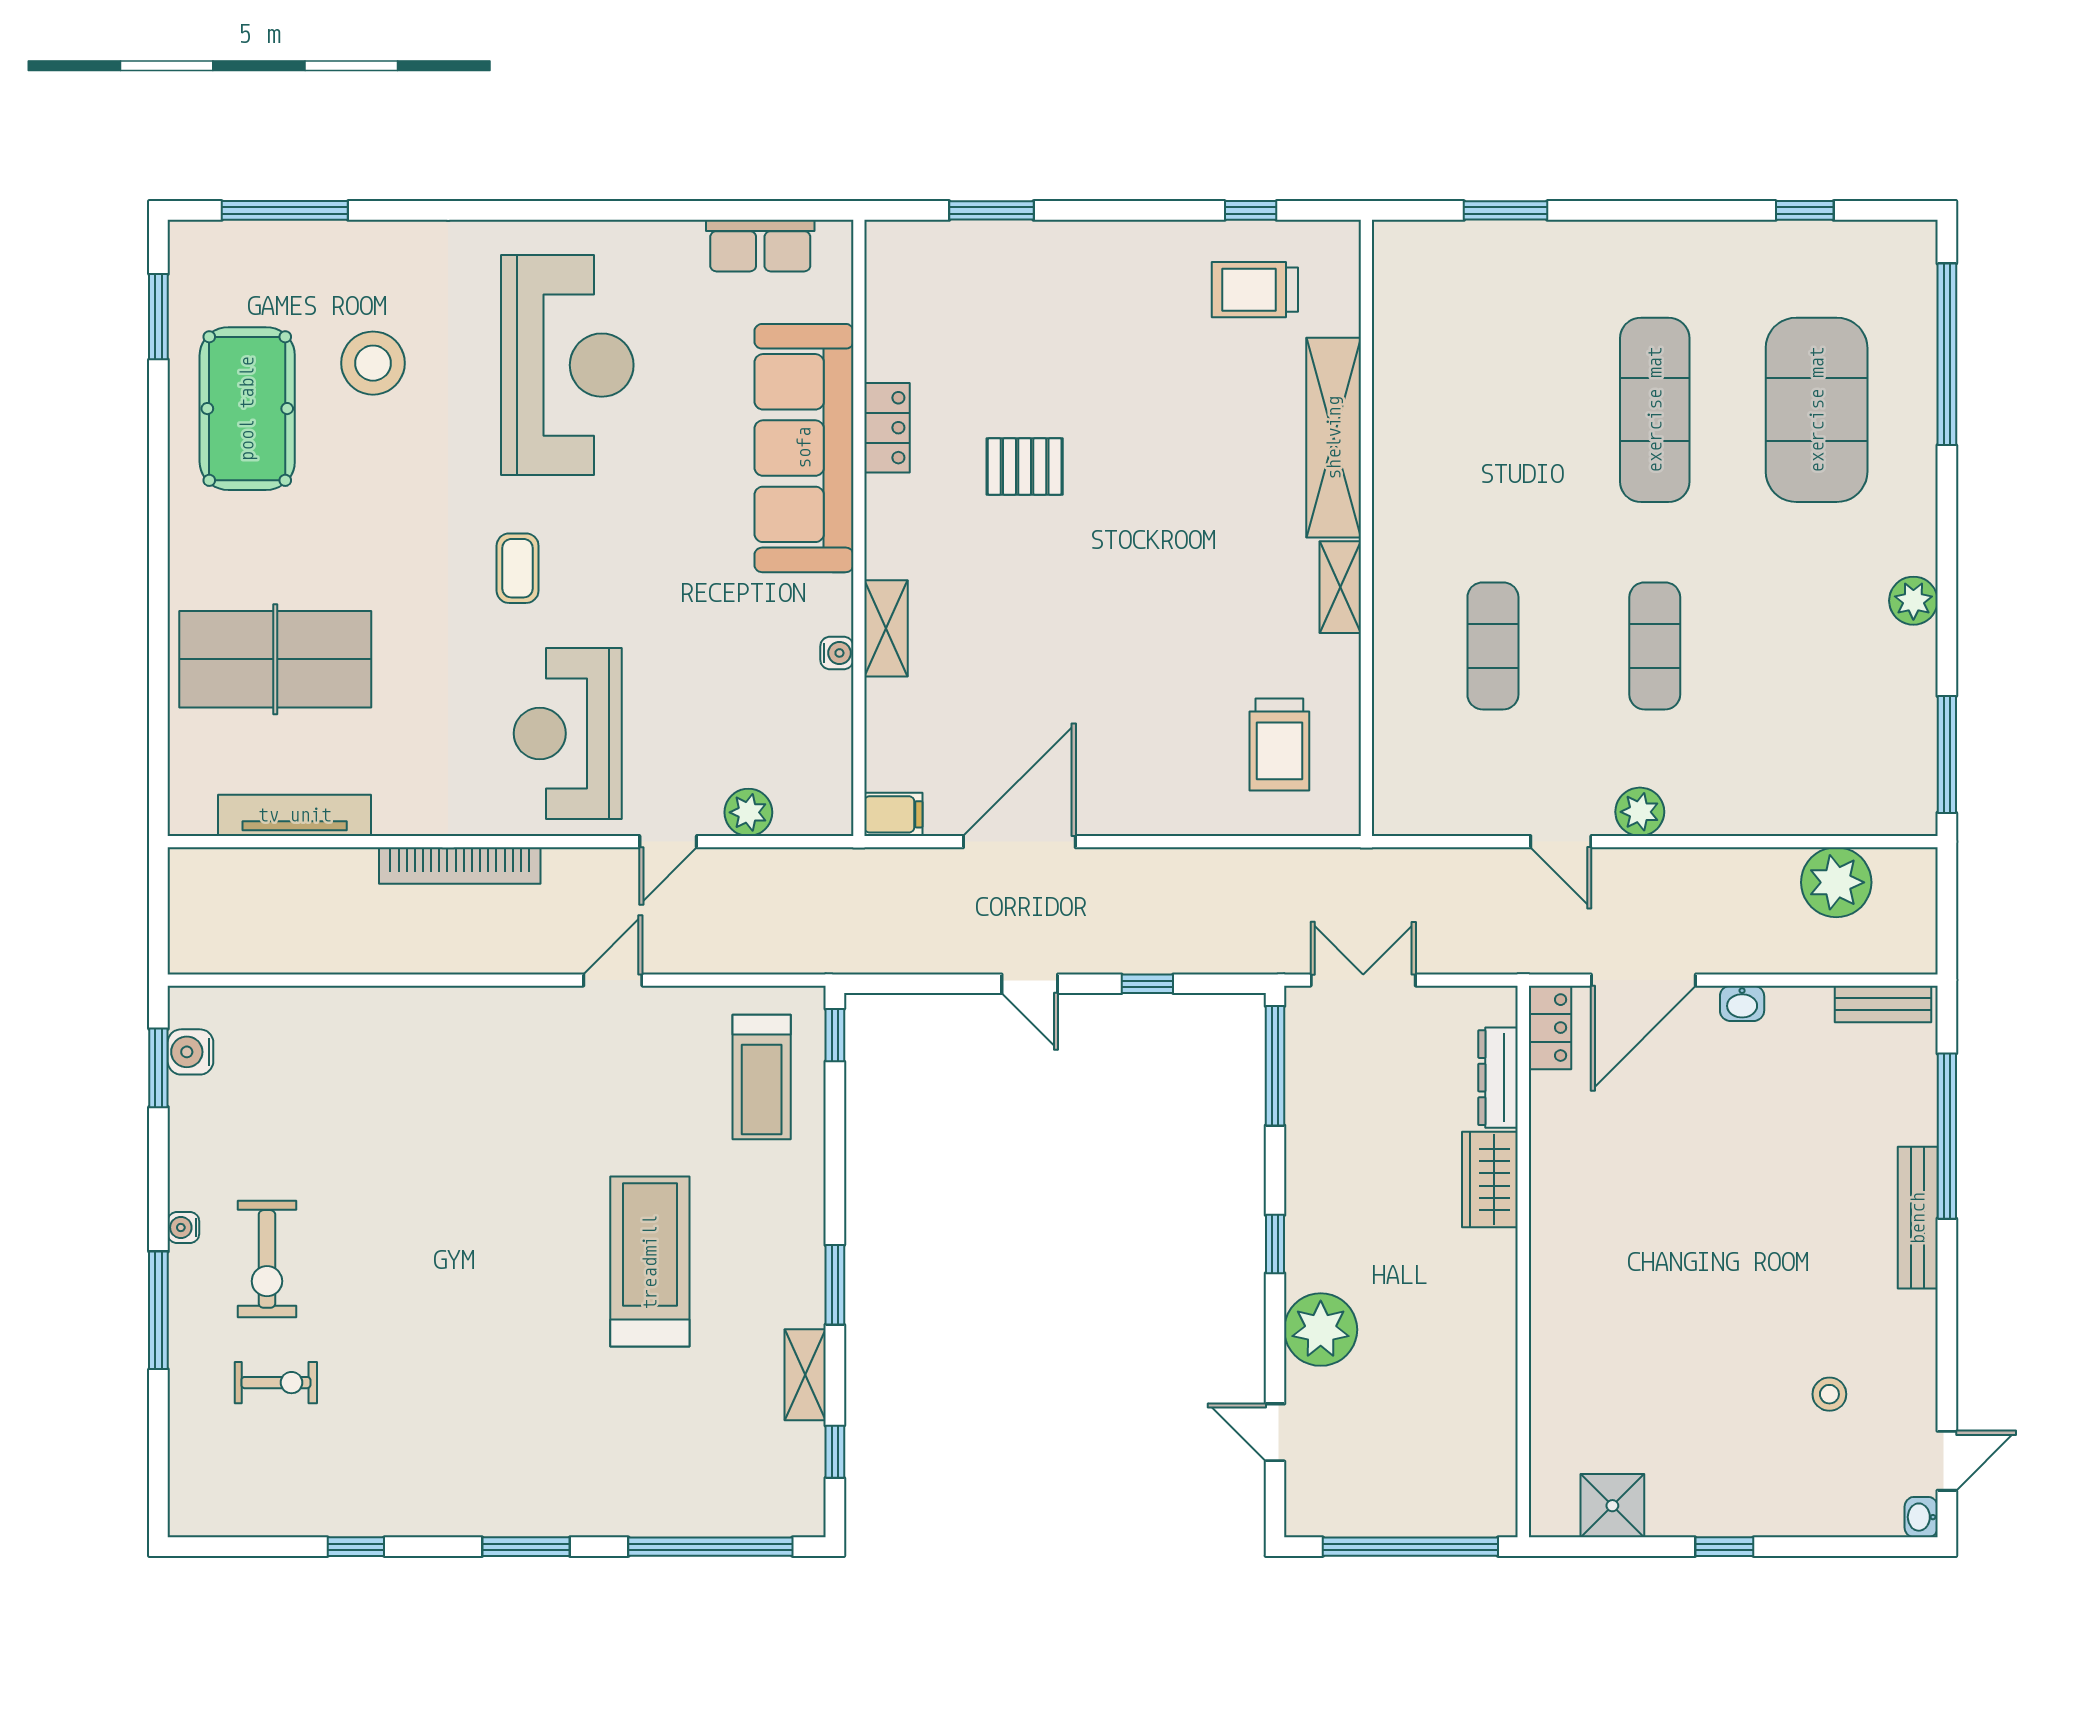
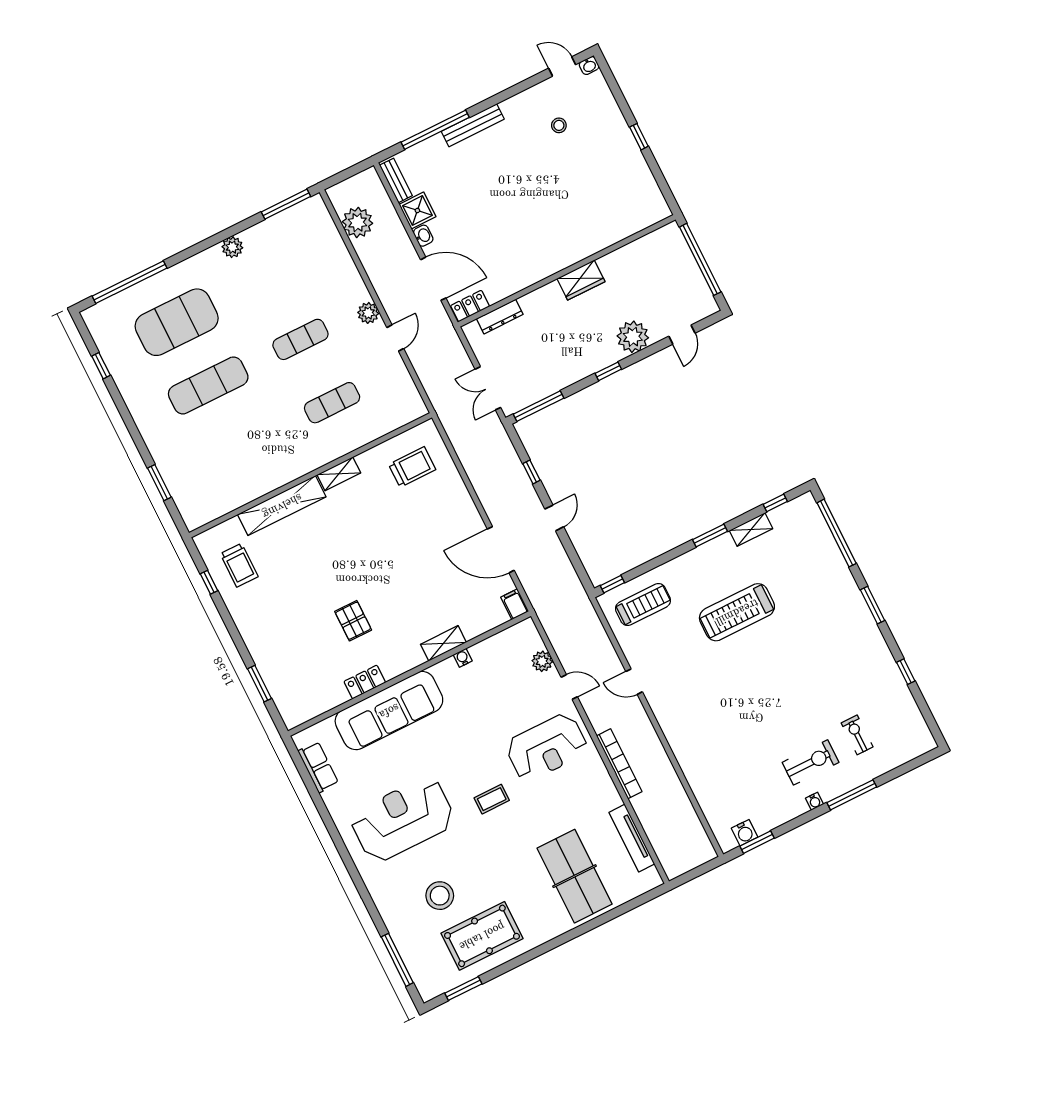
wardrobe: (1490, 1179) -> (581, 280), moved
shower: (1612, 1506) -> (417, 210), moved

